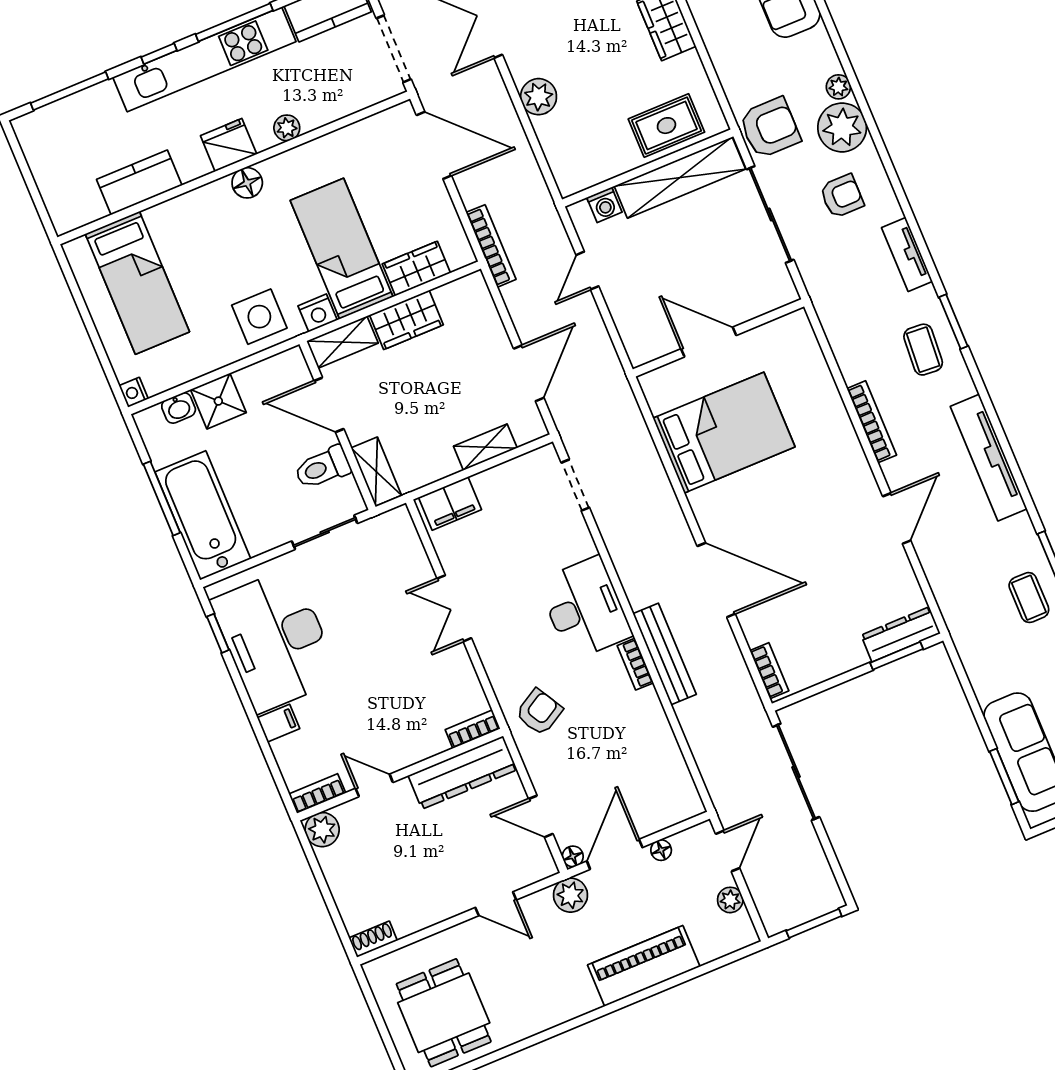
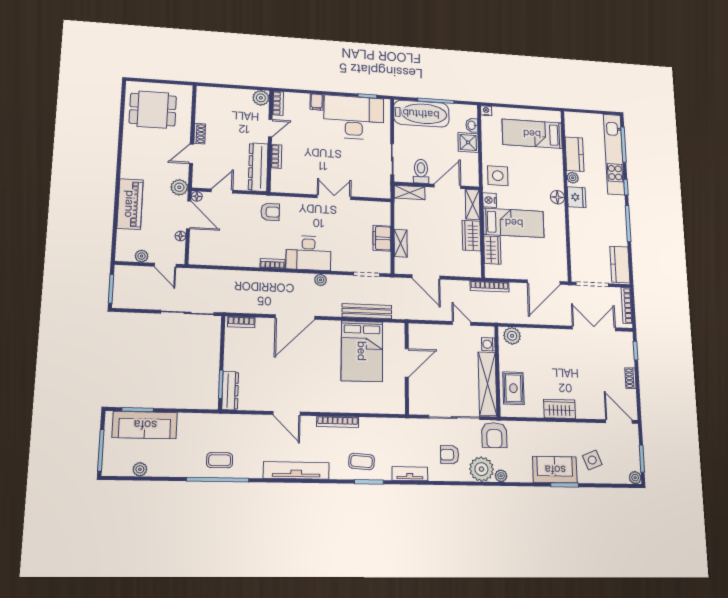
kitchen unit: (204, 59) -> (614, 154), moved
plant: (539, 97) -> (512, 336), moved
plant: (287, 128) -> (573, 178), moved
armchair: (842, 196) -> (450, 455), turned 90
filing cabinet: (450, 504) -> (382, 238), moved
plant: (626, 564) -> (321, 280), added
bench: (665, 654) -> (367, 311), moved
armchair: (539, 712) -> (270, 212), turned -60
bookcase: (473, 729) -> (276, 156), moved
shoe rack: (373, 939) -> (200, 134), moved

